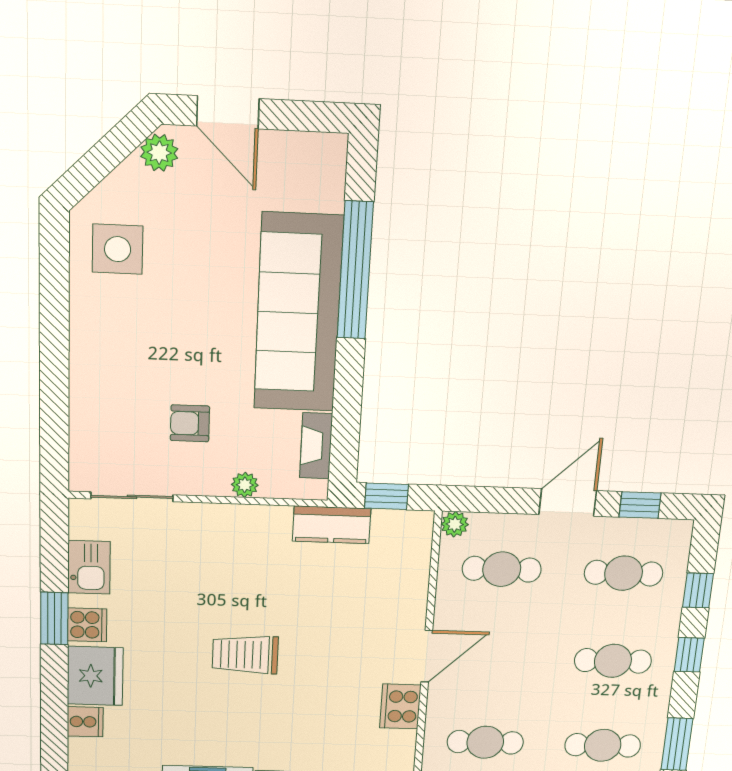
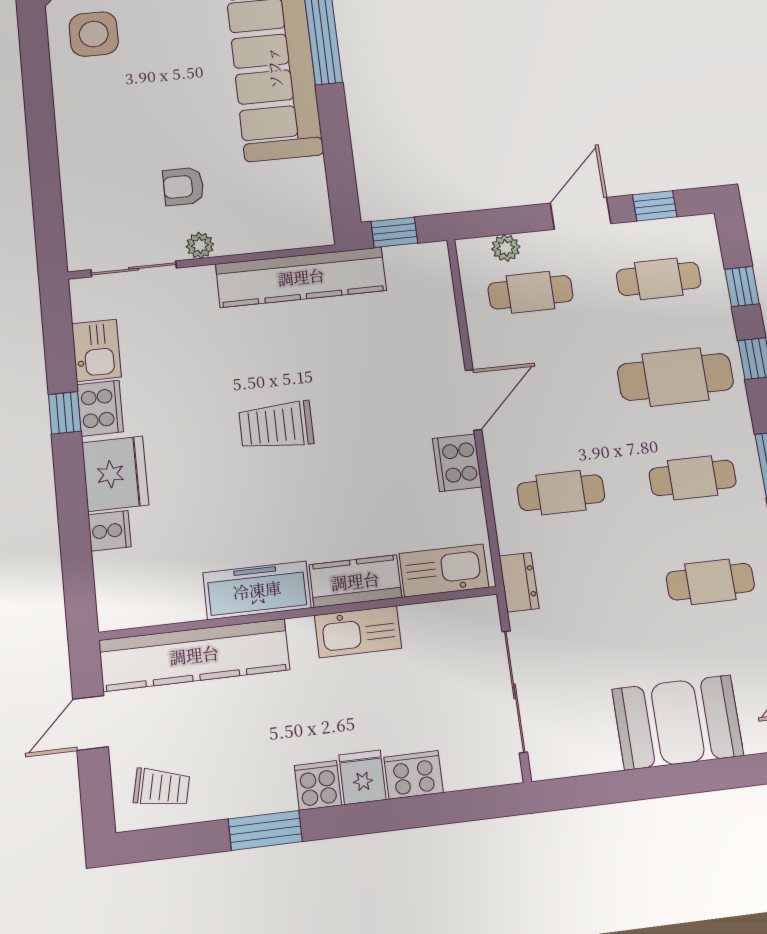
fireplace: (316, 446) -> (313, 191), removed
plant: (245, 485) -> (200, 245), moved
plant: (455, 524) -> (506, 248), moved
kitchen counter: (332, 525) -> (301, 277), width x2.08, depth x1.17
window: (54, 618) -> (65, 413), width x0.67
cooker: (87, 625) -> (100, 408), width x1.36
cafe table: (613, 661) -> (675, 377), width x1.37, depth x1.35

